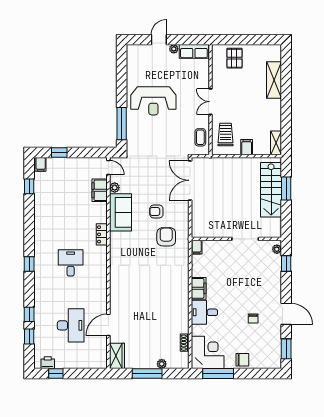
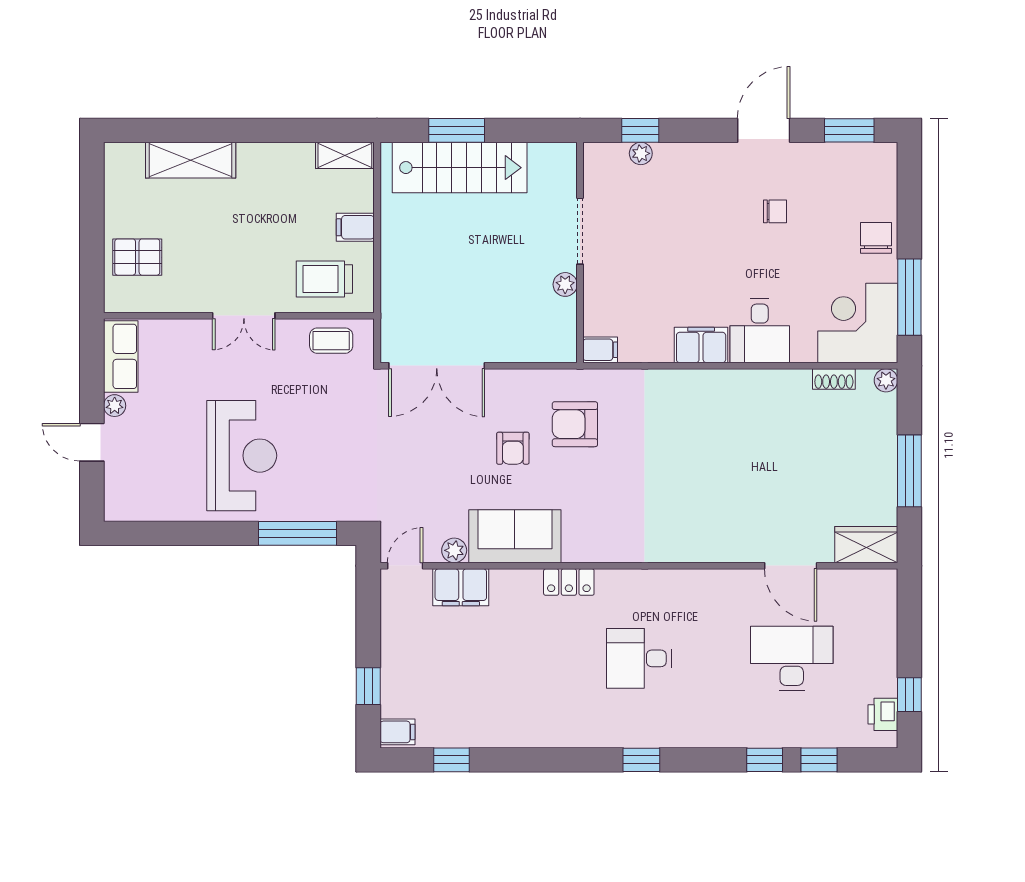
plant: (223, 233) -> (565, 284), added
plant: (277, 249) -> (641, 153), moved
plant: (162, 364) -> (886, 380), moved

